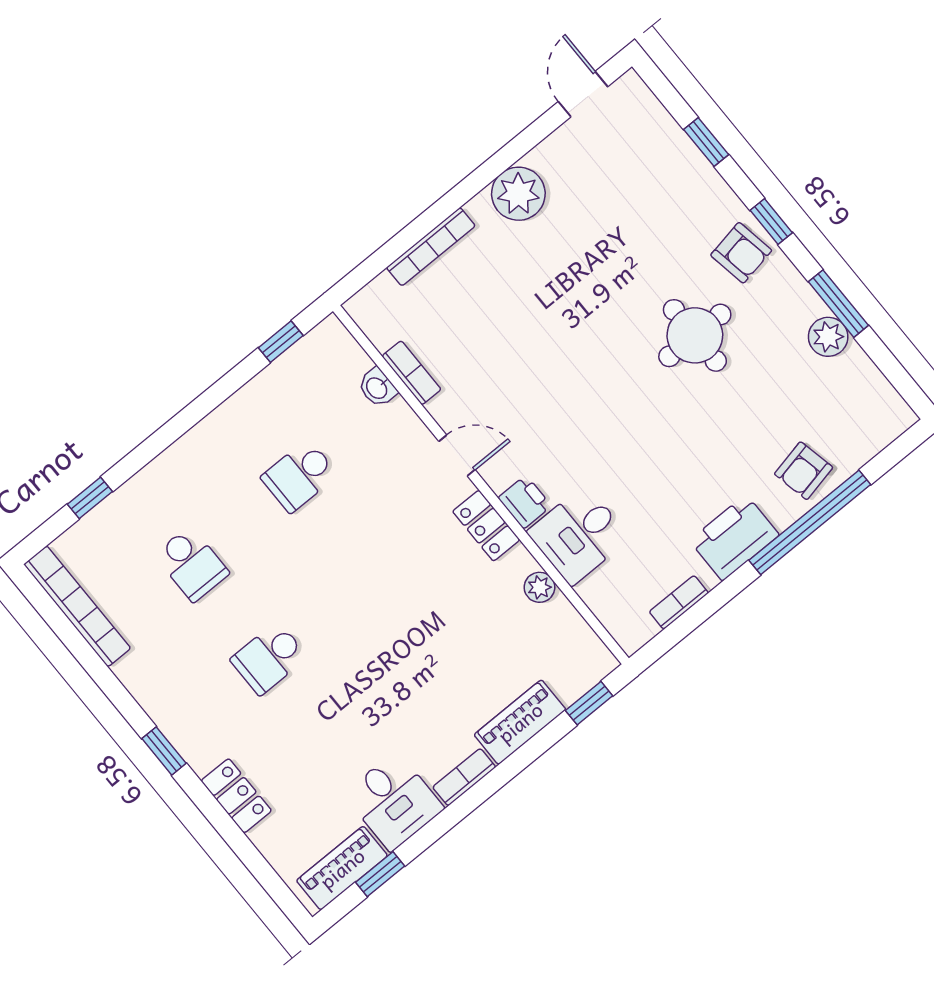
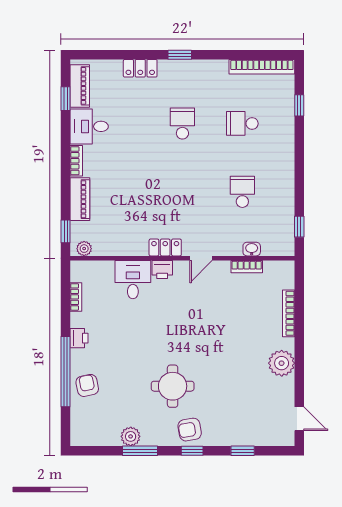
printer: (734, 538) -> (79, 338), width x0.53, depth x0.68
plant: (540, 587) -> (84, 249), moved

